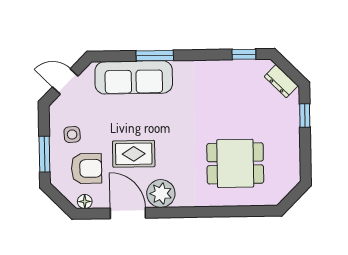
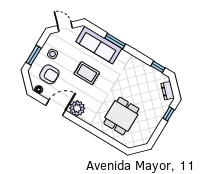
rug: (134, 154) -> (87, 73), moved
dining table: (235, 163) -> (121, 116), turned 90
door: (128, 213) -> (56, 108), hinge flipped

